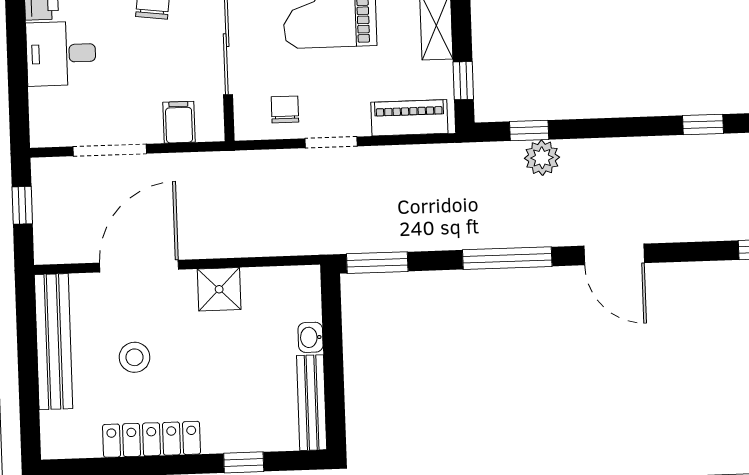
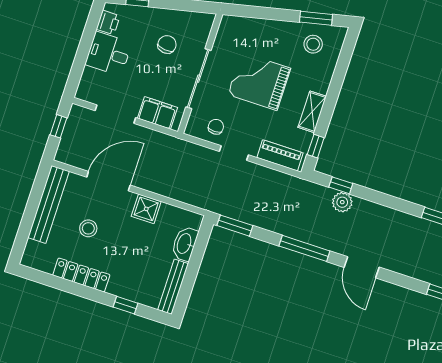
filing cabinet: (179, 122) -> (157, 113), width x2.00
washbasin: (310, 337) -> (185, 244), width x1.91, depth x1.45

